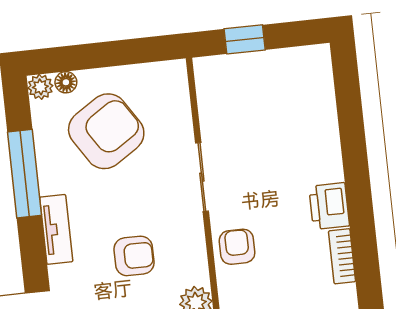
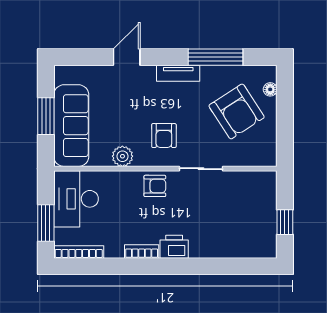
window: (245, 39) -> (285, 222), moved
plant: (40, 87) -> (269, 73), removed
armchair: (134, 256) -> (164, 136), moved

